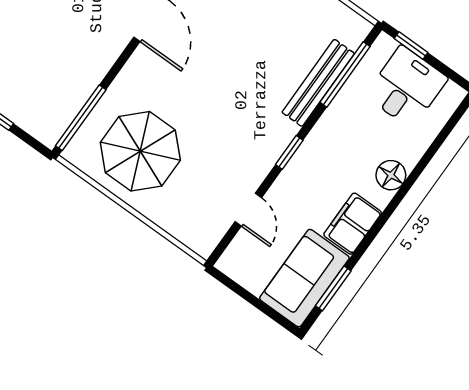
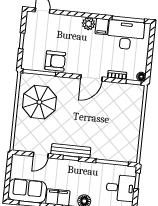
armchair: (76, 72) -> (55, 61), added
bench: (318, 83) -> (71, 151), moved

